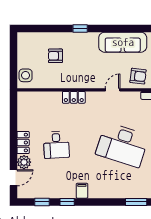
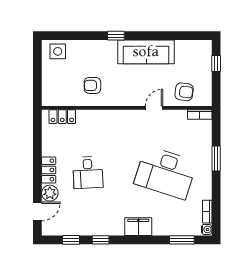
sofa: (123, 42) -> (146, 52), moved
armchair: (55, 56) -> (92, 85), moved
side table: (26, 75) -> (58, 51), moved
locker: (74, 97) -> (62, 117), moved
filing cabinet: (82, 191) -> (138, 227), moved, width x2.00

